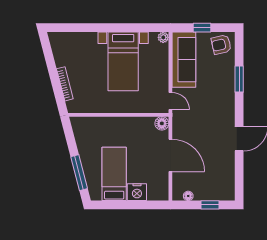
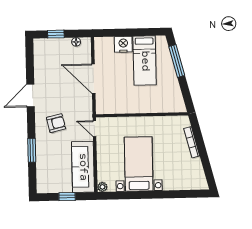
armchair: (221, 45) -> (56, 123), moved
floor lamp: (162, 123) -> (102, 108), removed

